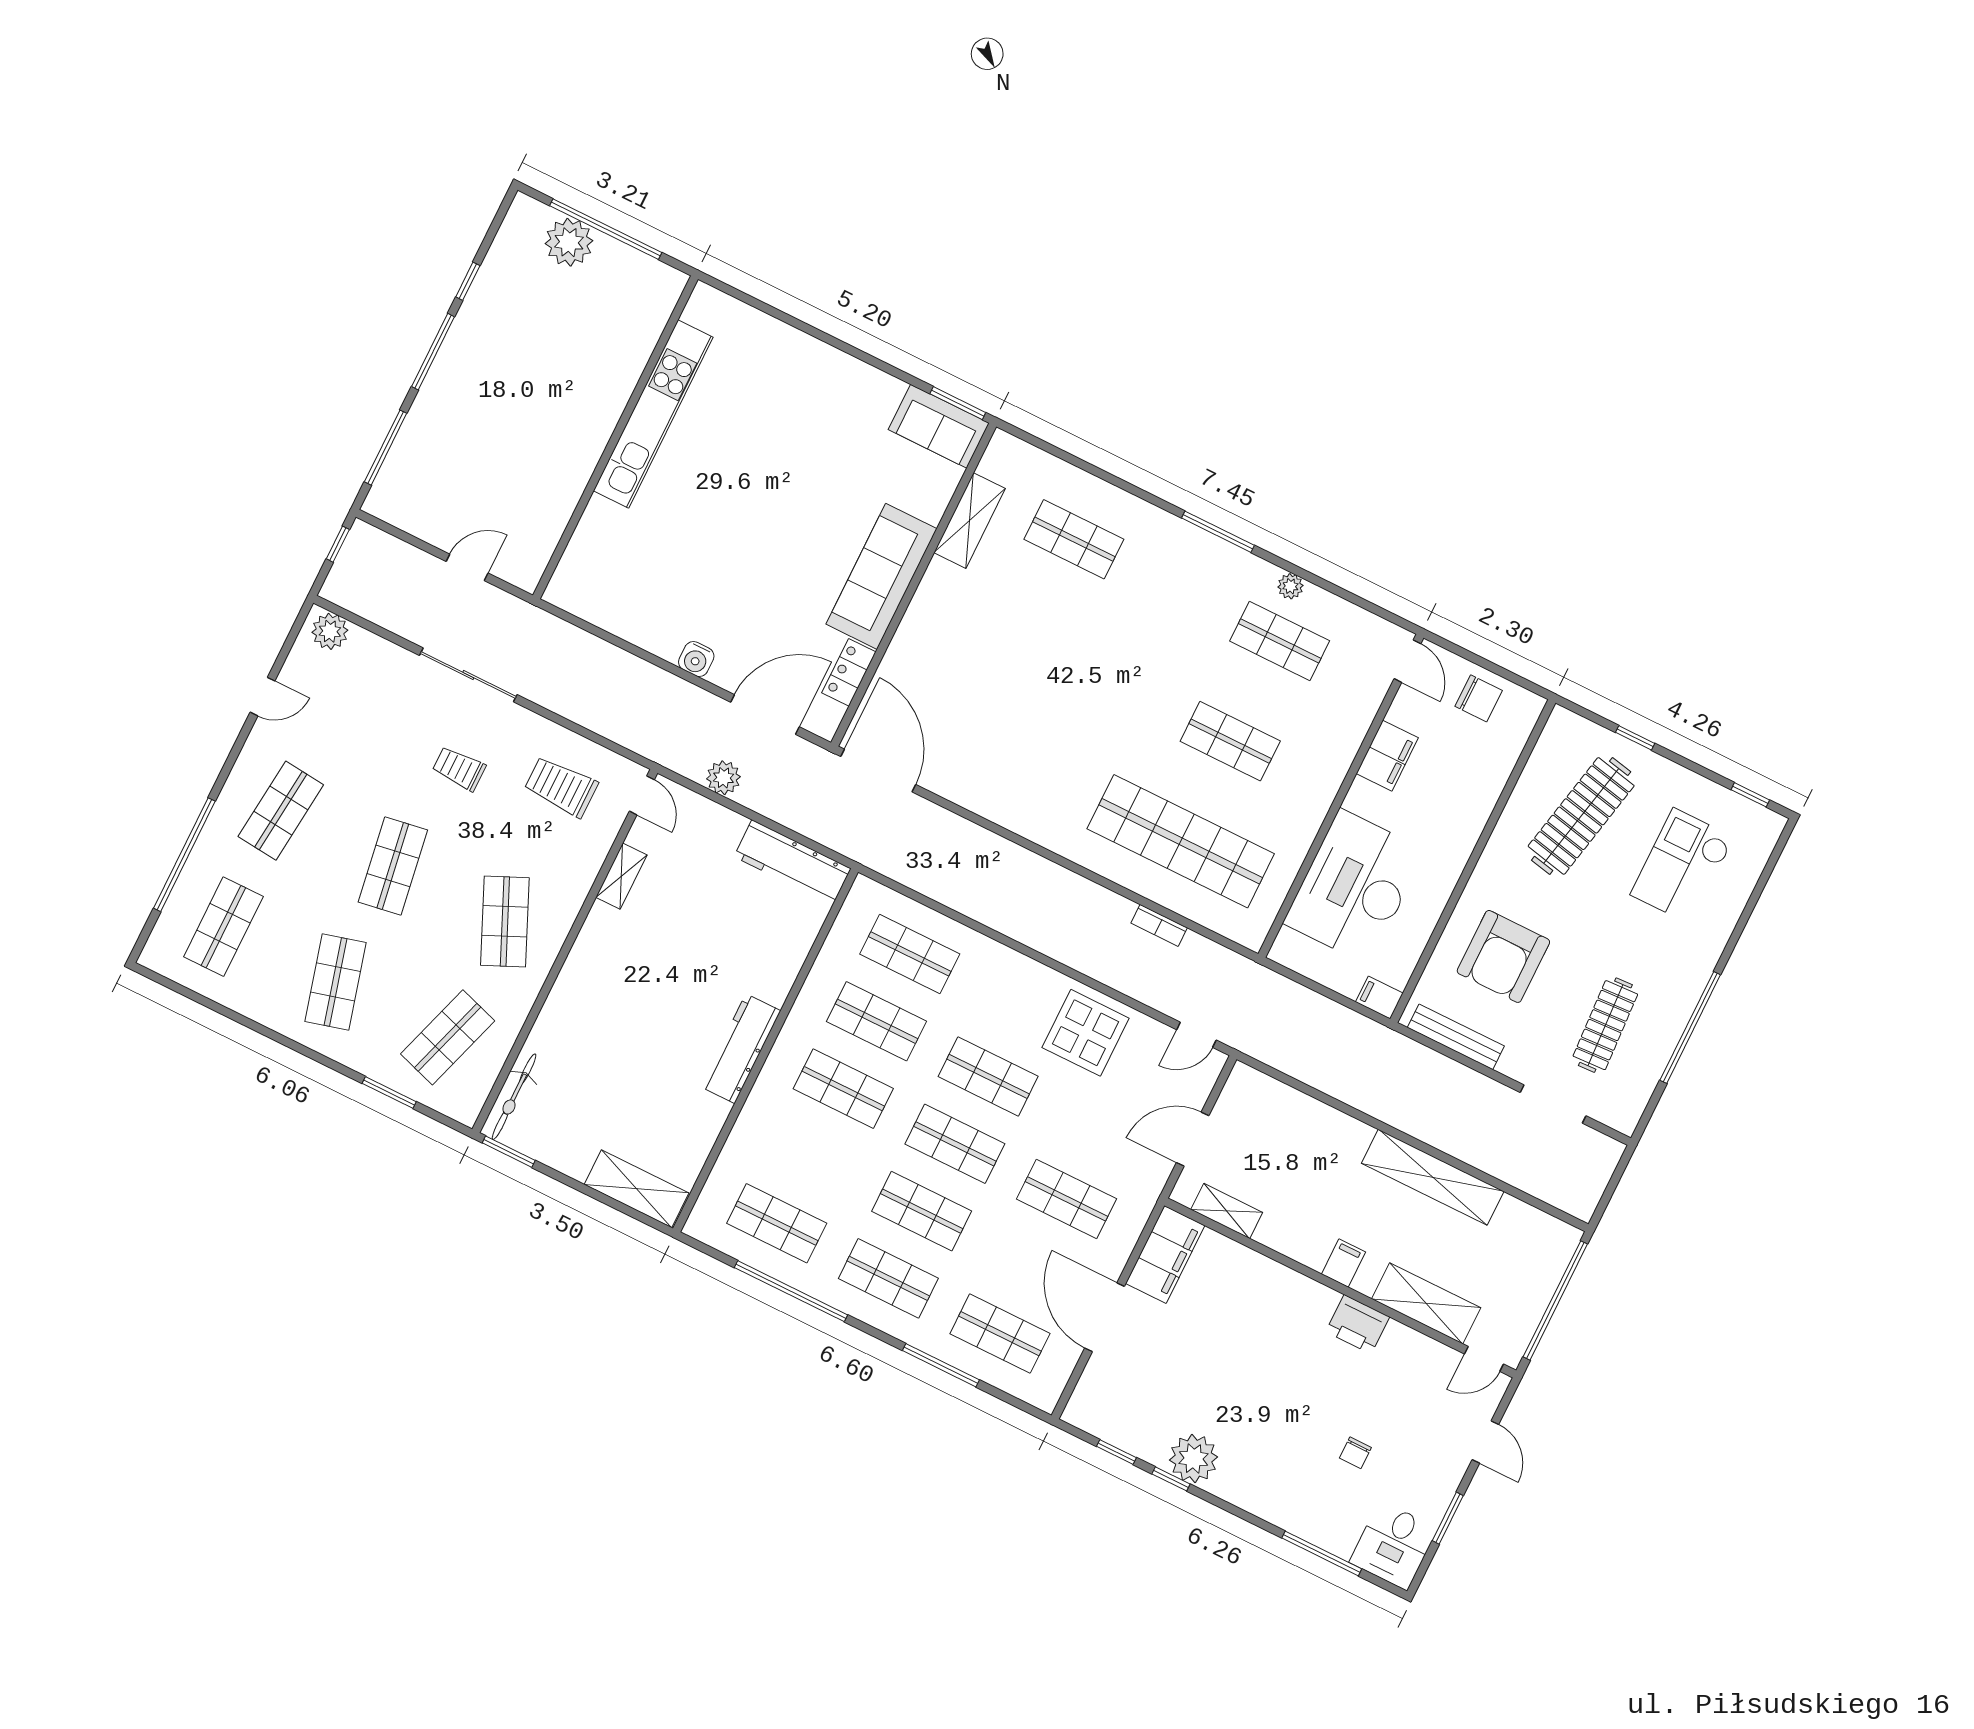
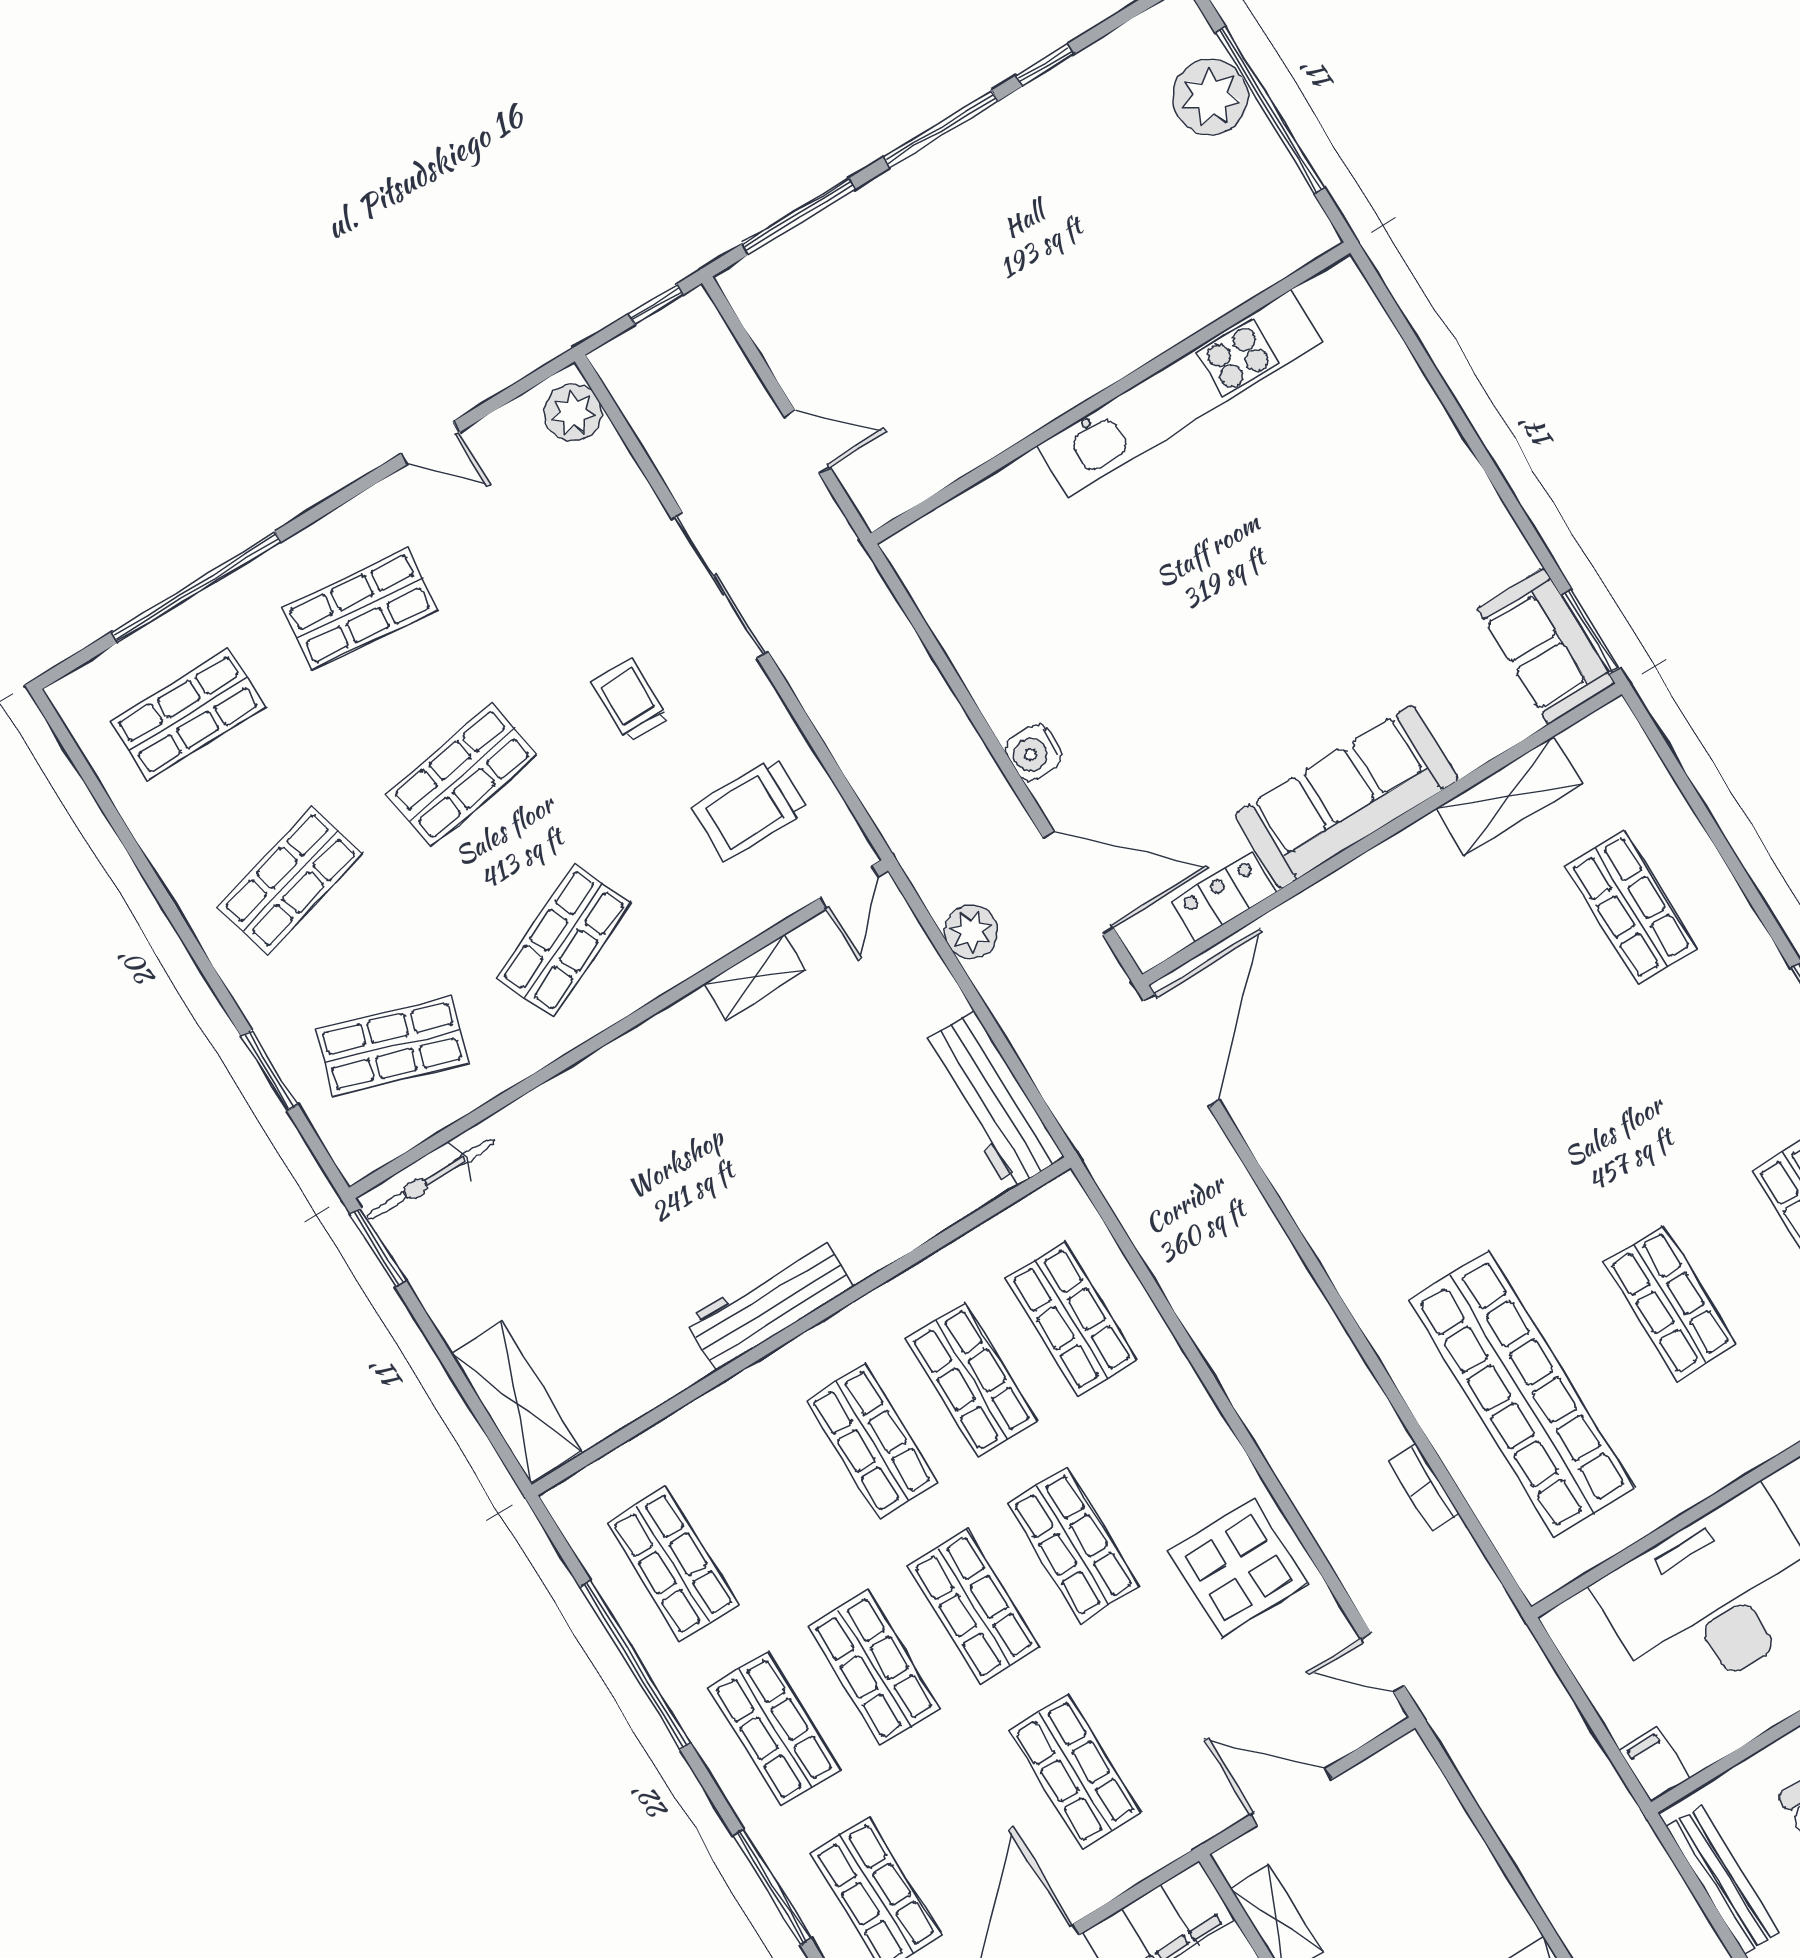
trolley: (561, 787) -> (750, 809), turned -90

